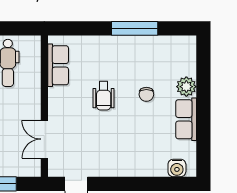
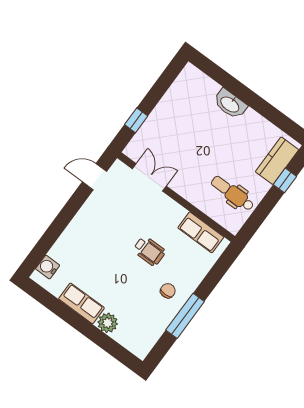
chair: (146, 94) -> (168, 291), moved, turned 90
wheelchair: (104, 96) -> (149, 251), turned 180

